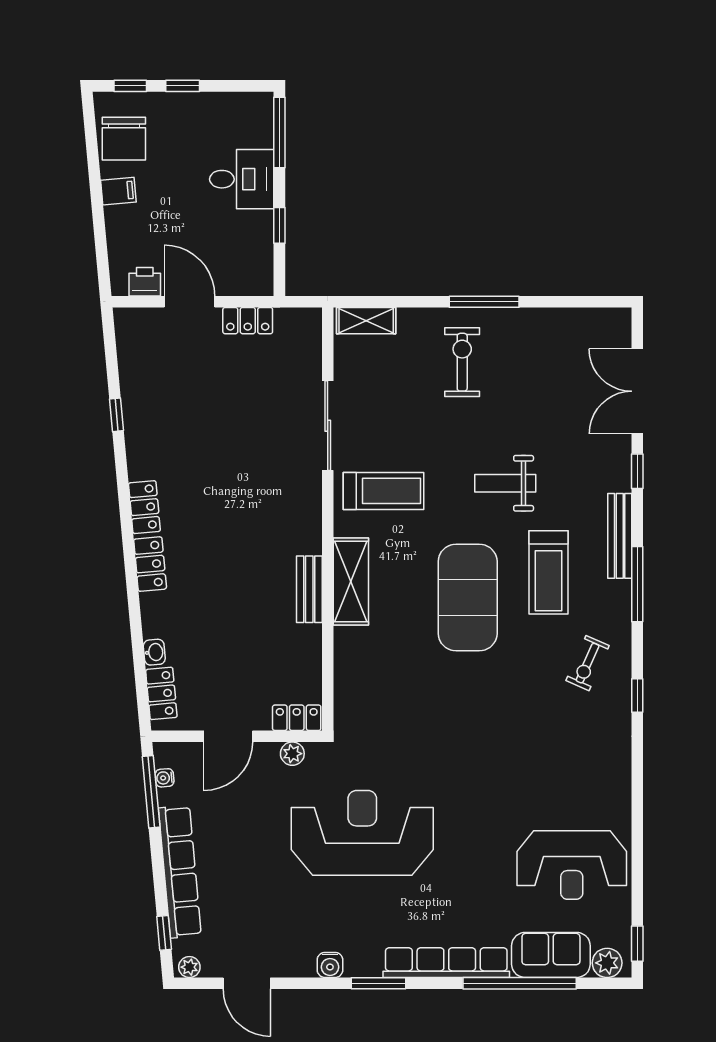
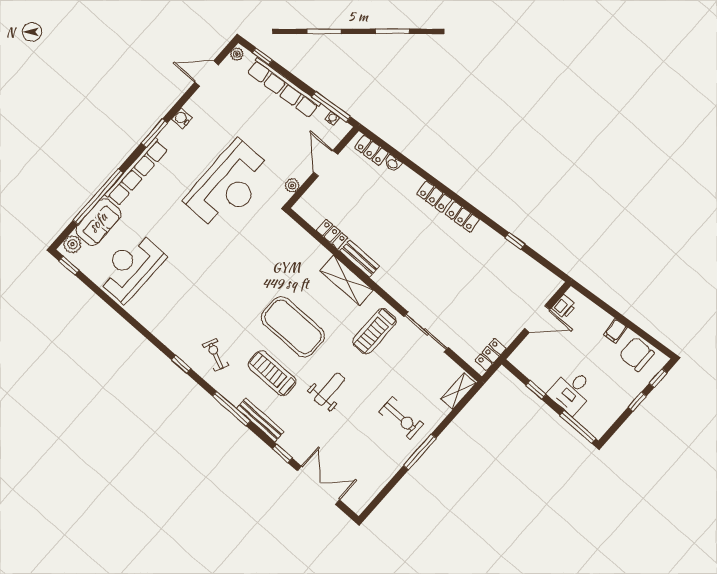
locker: (248, 321) -> (491, 354), moved
locker: (297, 718) -> (332, 234), moved, turned -90

